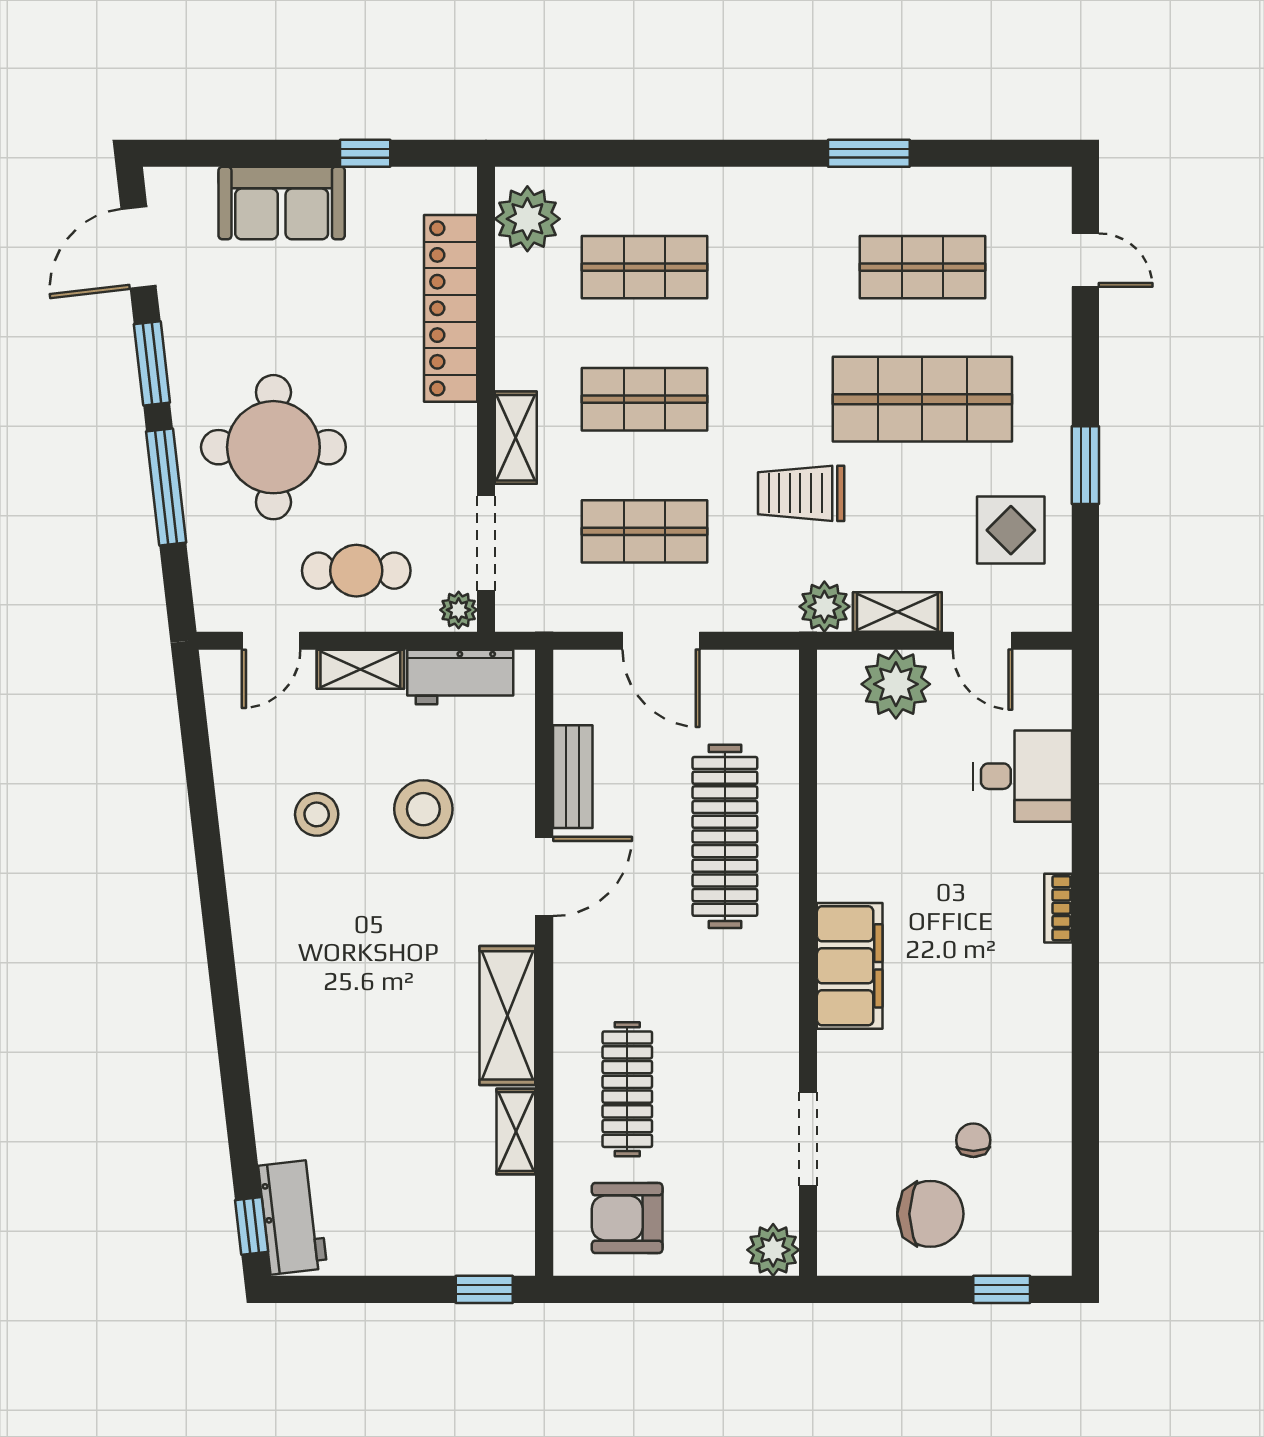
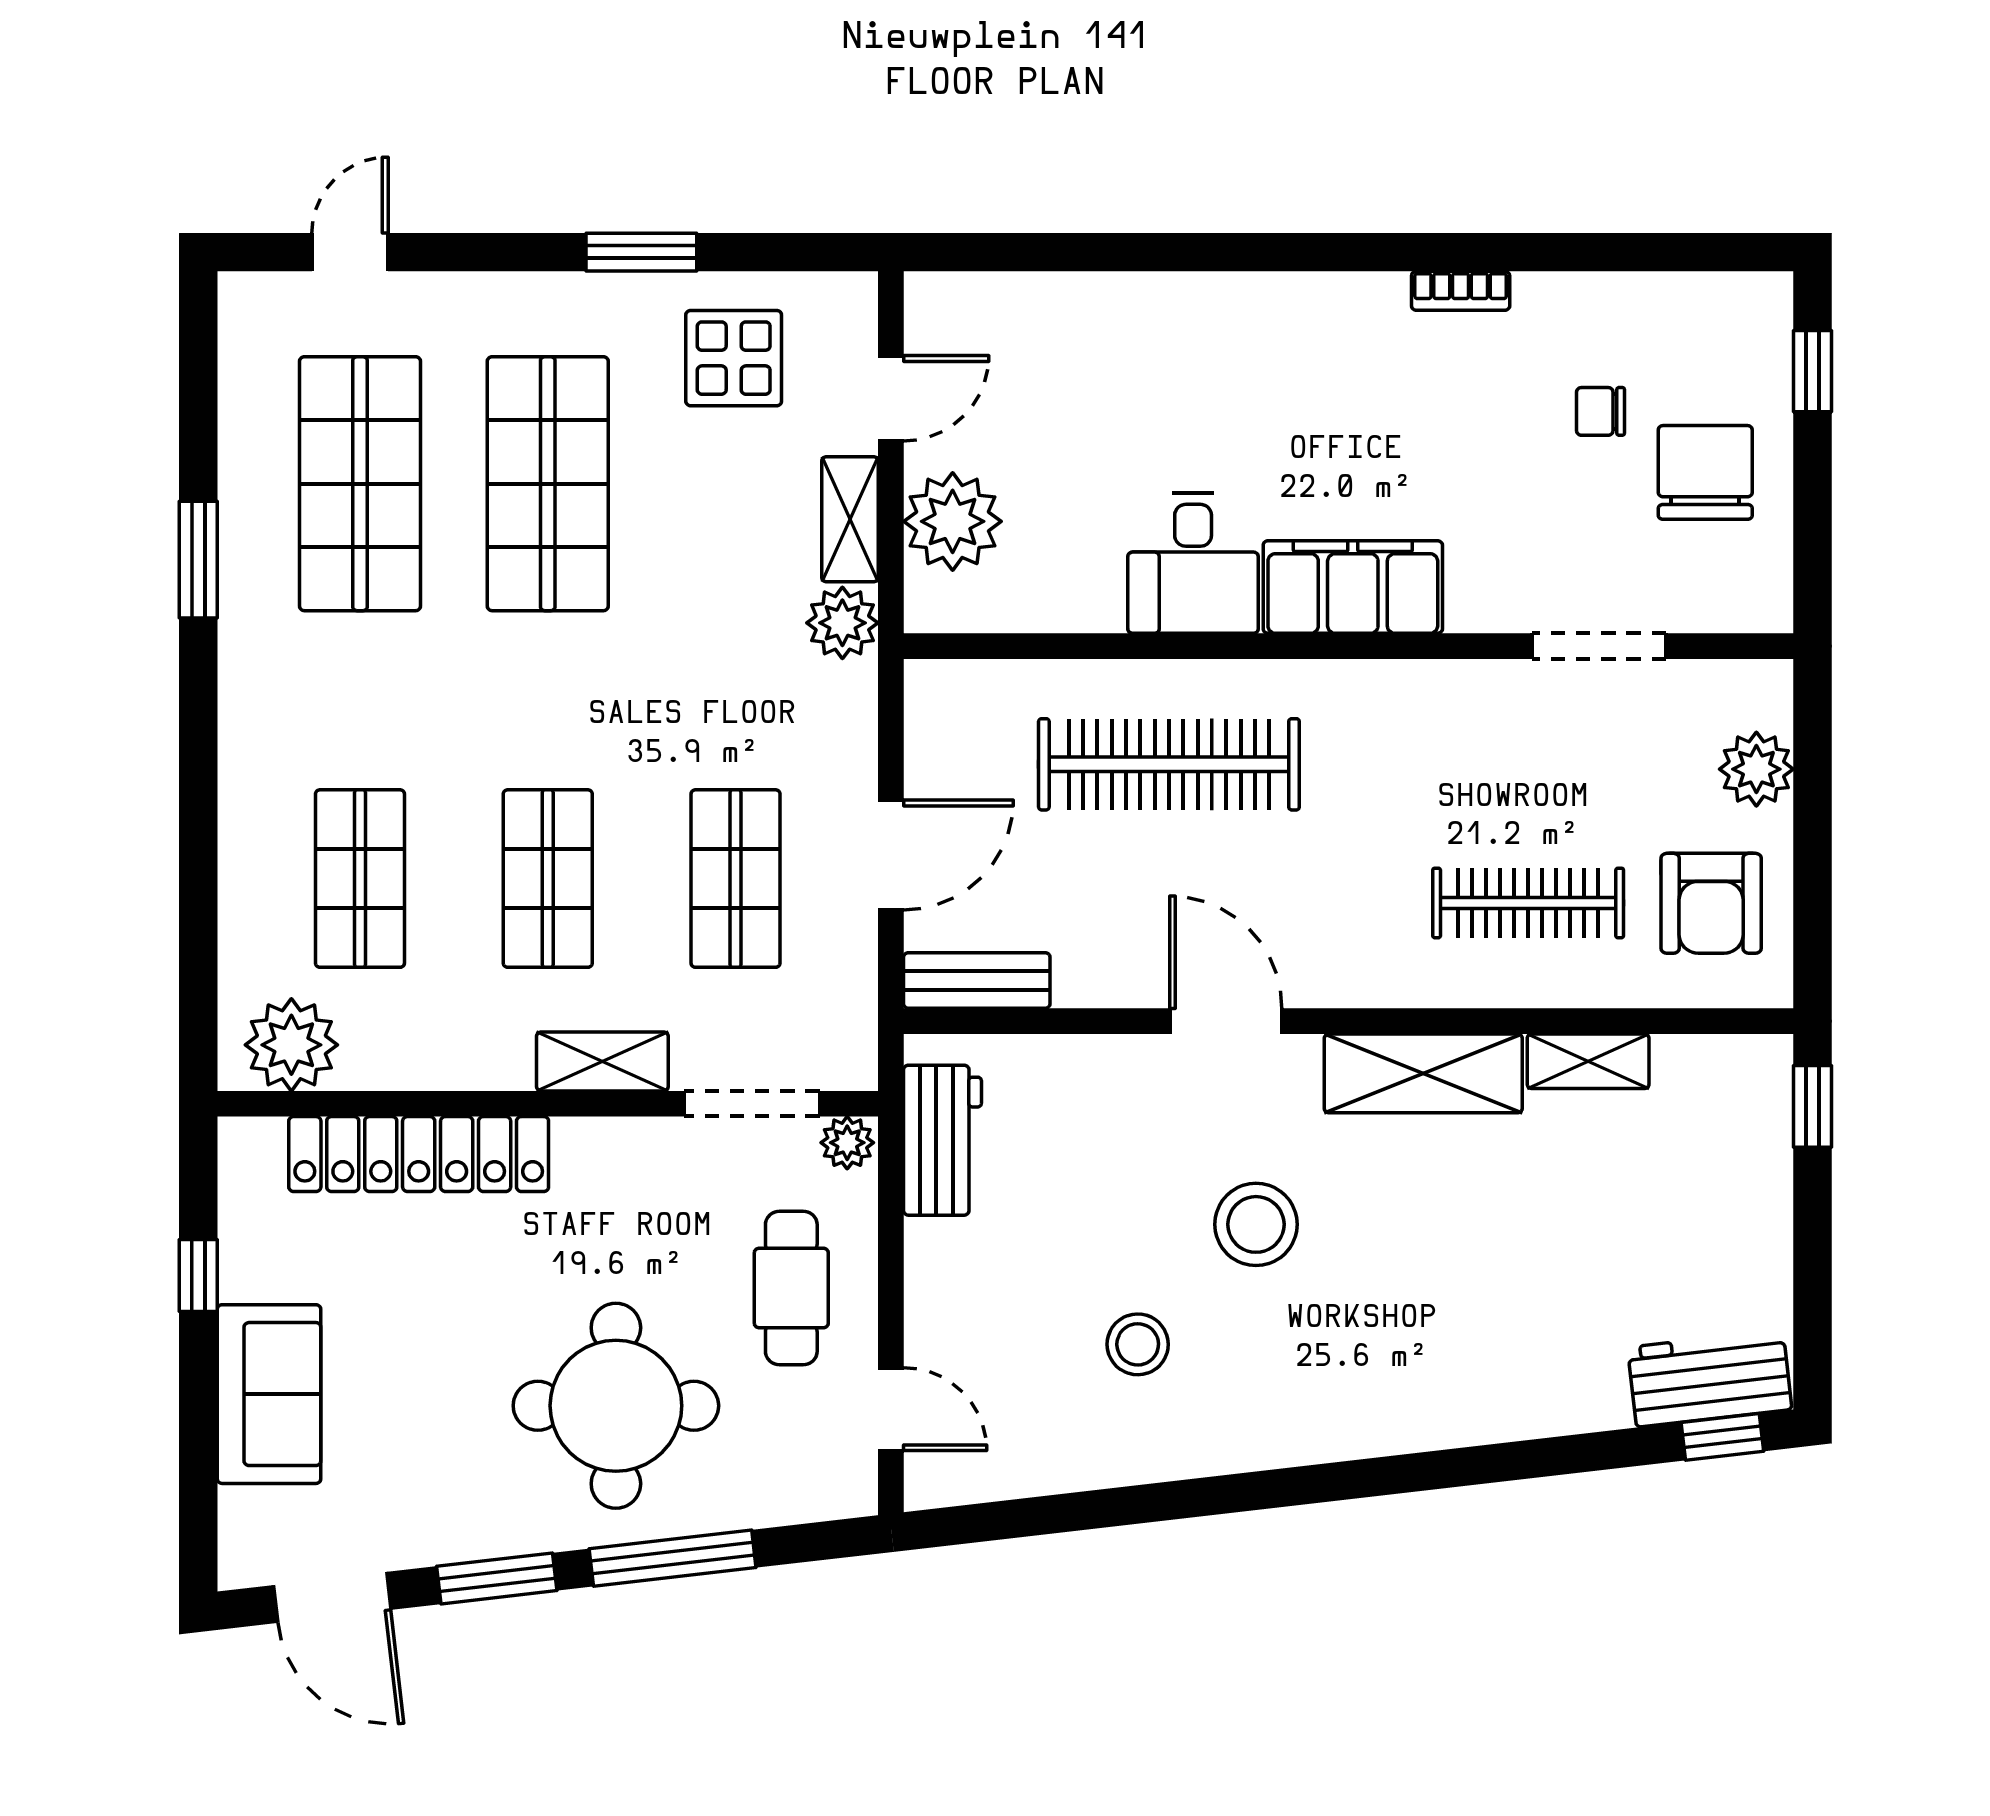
shop shelf: (922, 267) -> (360, 484), width x1.43, depth x1.36
trolley: (801, 493) -> (681, 656), removed
shelving: (360, 669) -> (931, 1282), removed
desk: (1023, 776) -> (1193, 563), moved, turned 180
bench: (573, 777) -> (977, 980), moved
stool: (423, 809) -> (1256, 1224), moved
bookcase: (1058, 908) -> (1461, 291), moved
plant: (773, 1250) -> (1756, 769), moved

